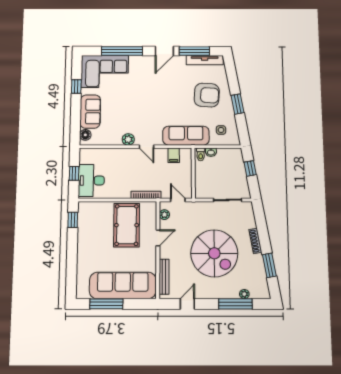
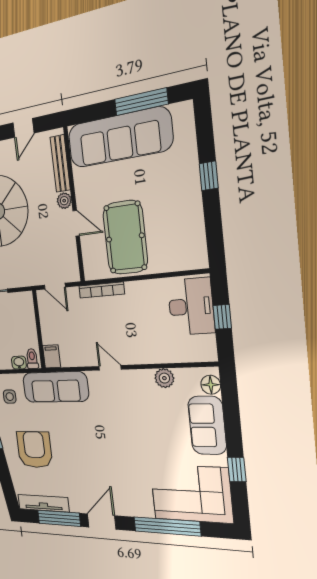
armchair: (207, 95) -> (34, 450), turned 86
plant: (128, 139) -> (164, 378), moved
filing cabinet: (174, 155) -> (52, 356), moved
plant: (164, 215) -> (64, 201), moved
window: (73, 220) -> (209, 176), moved
door: (158, 238) -> (76, 223), swing flipped

